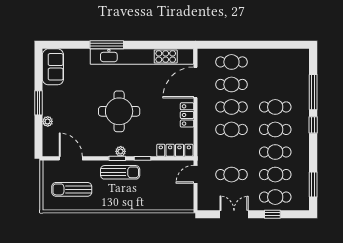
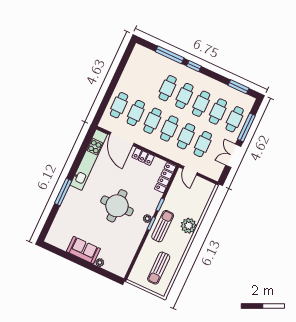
kitchen unit: (142, 56) -> (89, 160), width x0.73
sofa: (53, 67) -> (83, 250), moved
window: (38, 103) -> (83, 263), removed
cafe table: (231, 152) -> (186, 136), added
door: (71, 158) -> (135, 258), removed
plant: (134, 201) -> (189, 226), added
window: (272, 214) -> (246, 127), width x2.17

